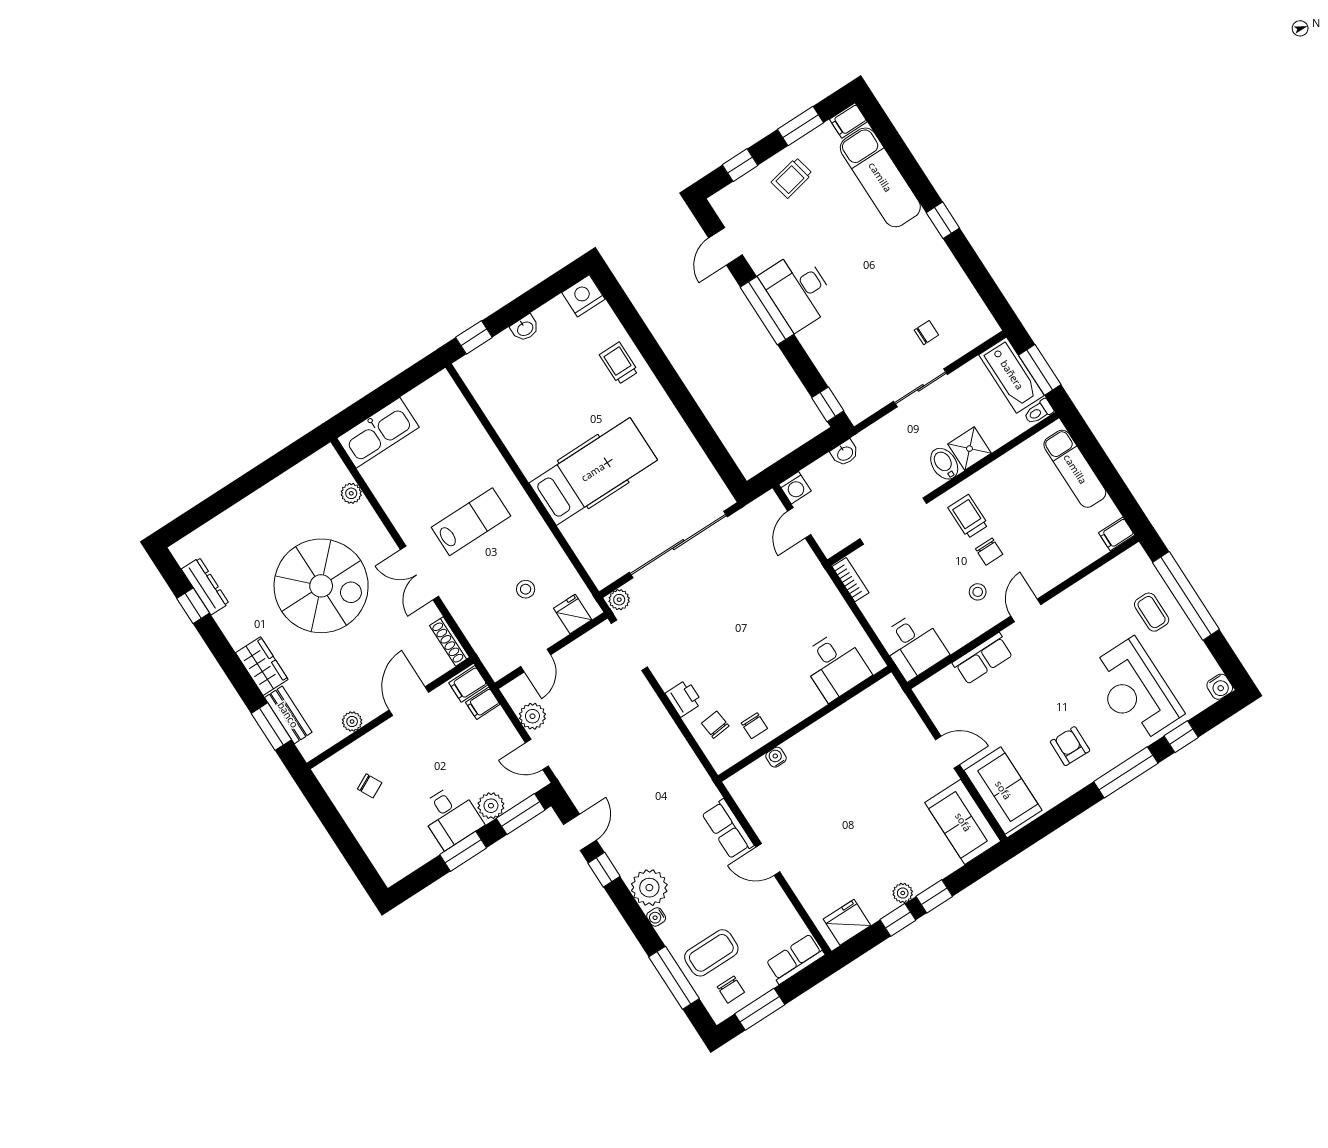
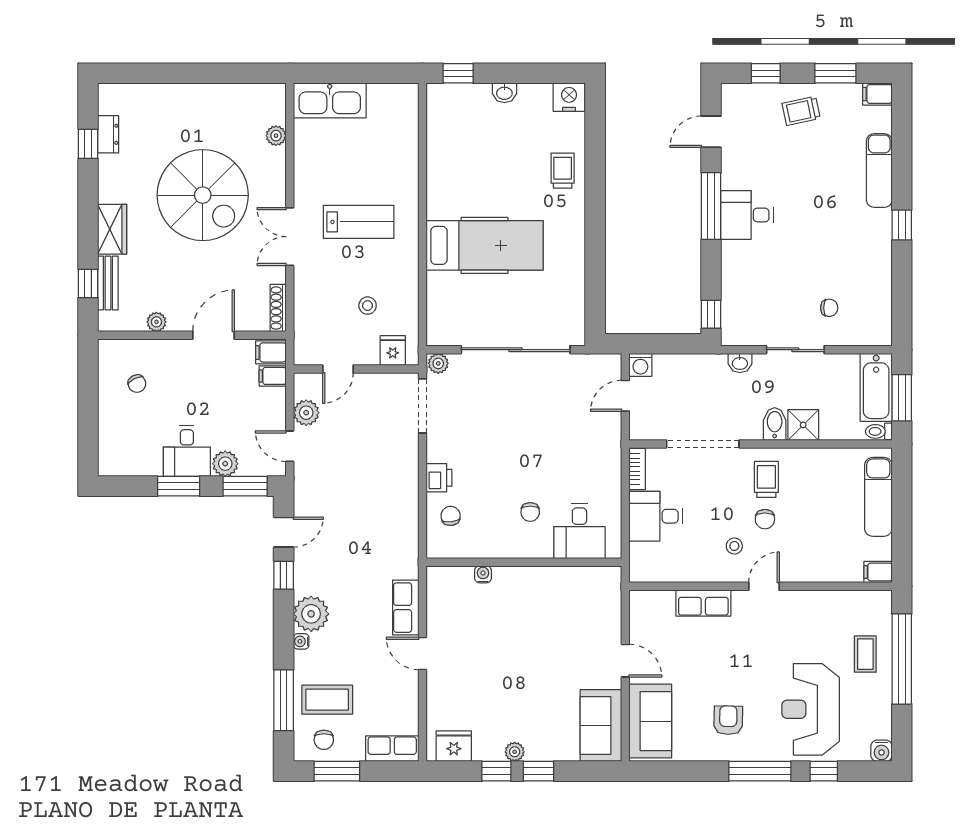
exam couch: (880, 177) -> (879, 170), width x0.73, depth x0.69
desk: (798, 290) -> (747, 215), width x0.73
washbasin: (845, 453) -> (740, 363), moved
dresser: (205, 586) -> (108, 134), width x0.70
desk: (914, 646) -> (656, 516), moved, turned 90
chair: (754, 726) -> (530, 512), moved
window: (271, 727) -> (88, 283), width x0.67

